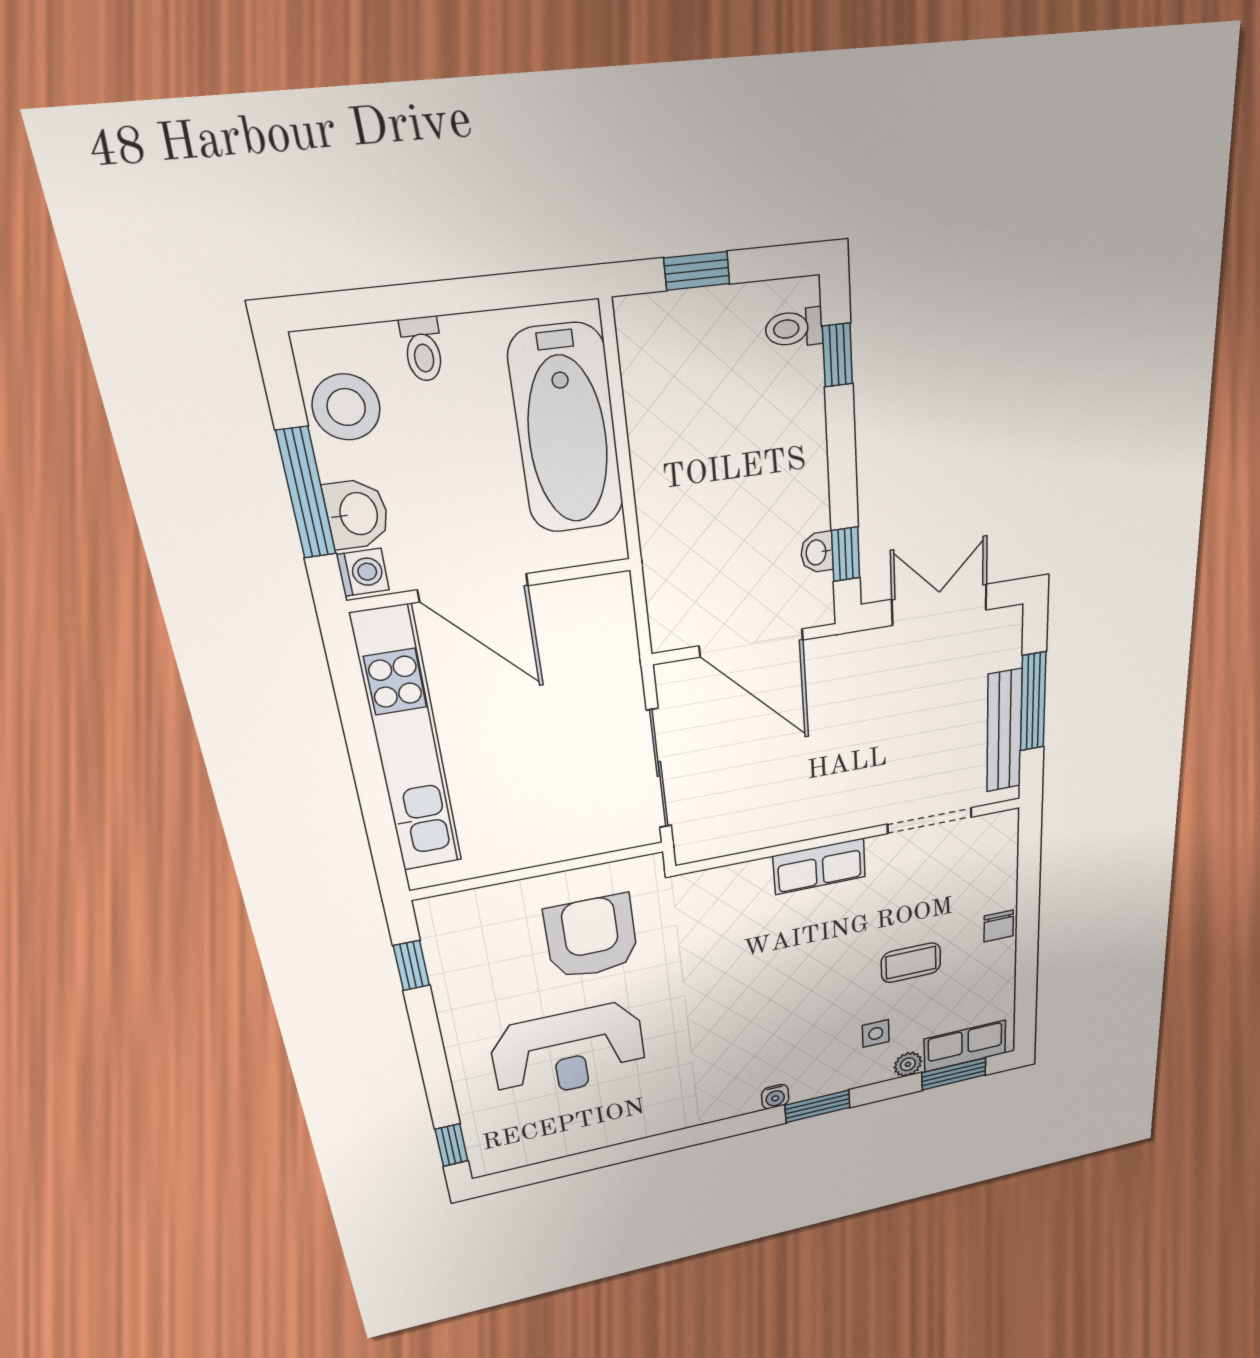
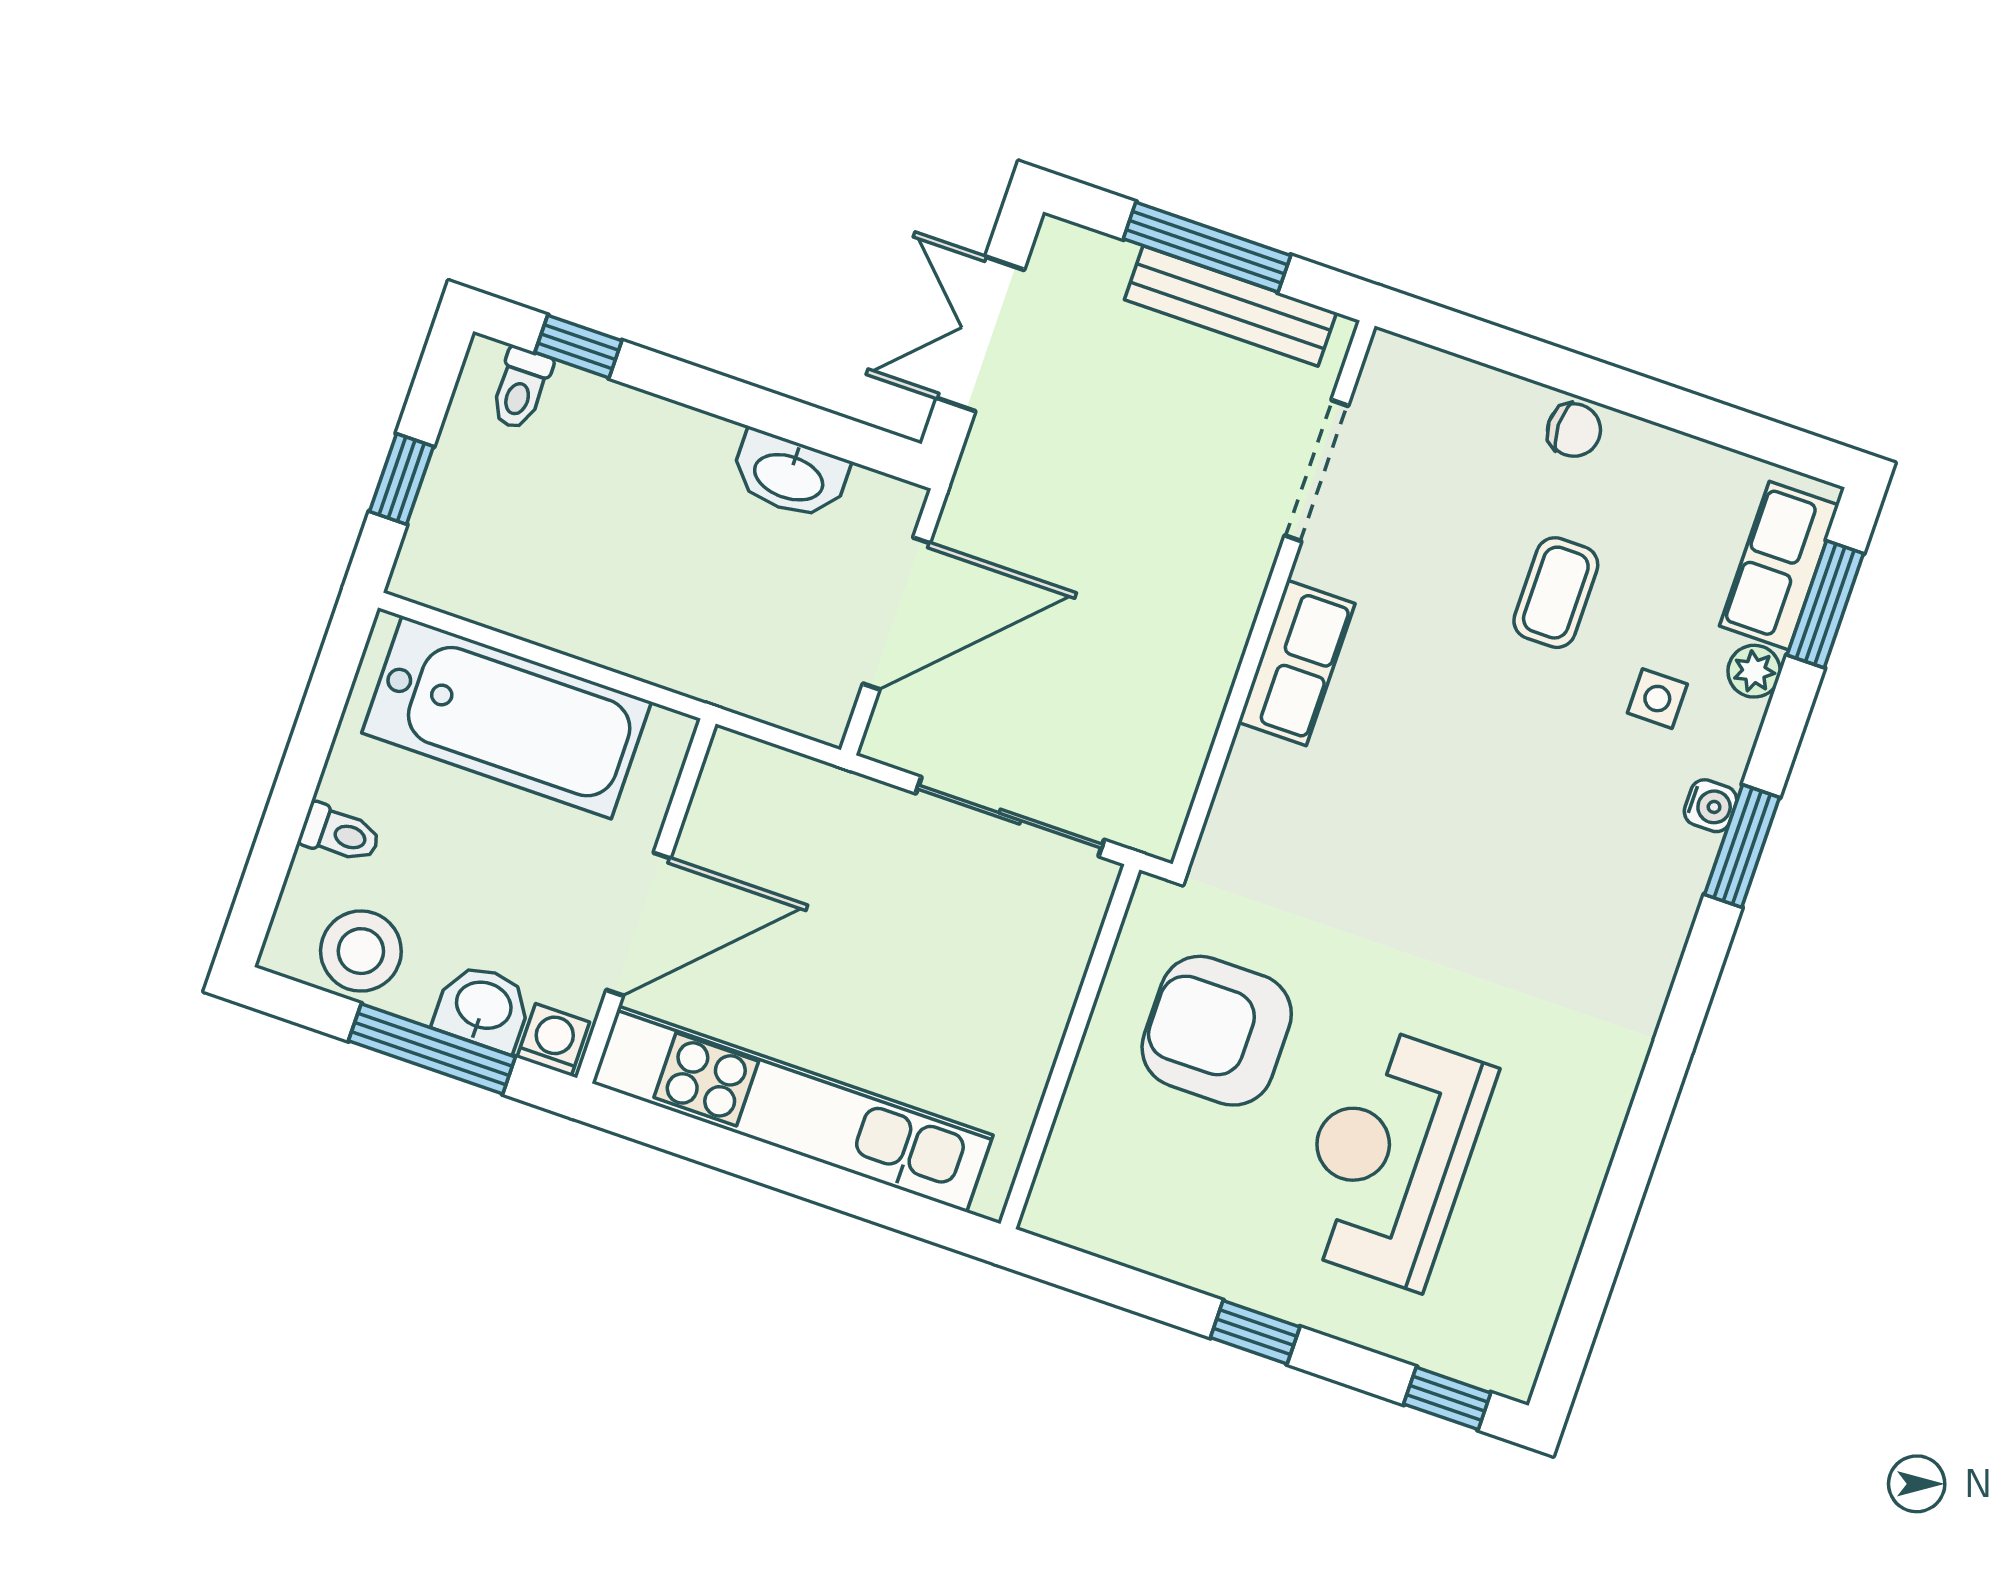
washbasin: (817, 552) -> (789, 475), width x1.91, depth x1.45
window: (846, 554) -> (840, 437), removed
window: (412, 965) -> (1255, 1332), moved
reception desk: (569, 1052) -> (1390, 1157), turned 180
water cooler: (775, 1097) -> (1710, 806), moved

